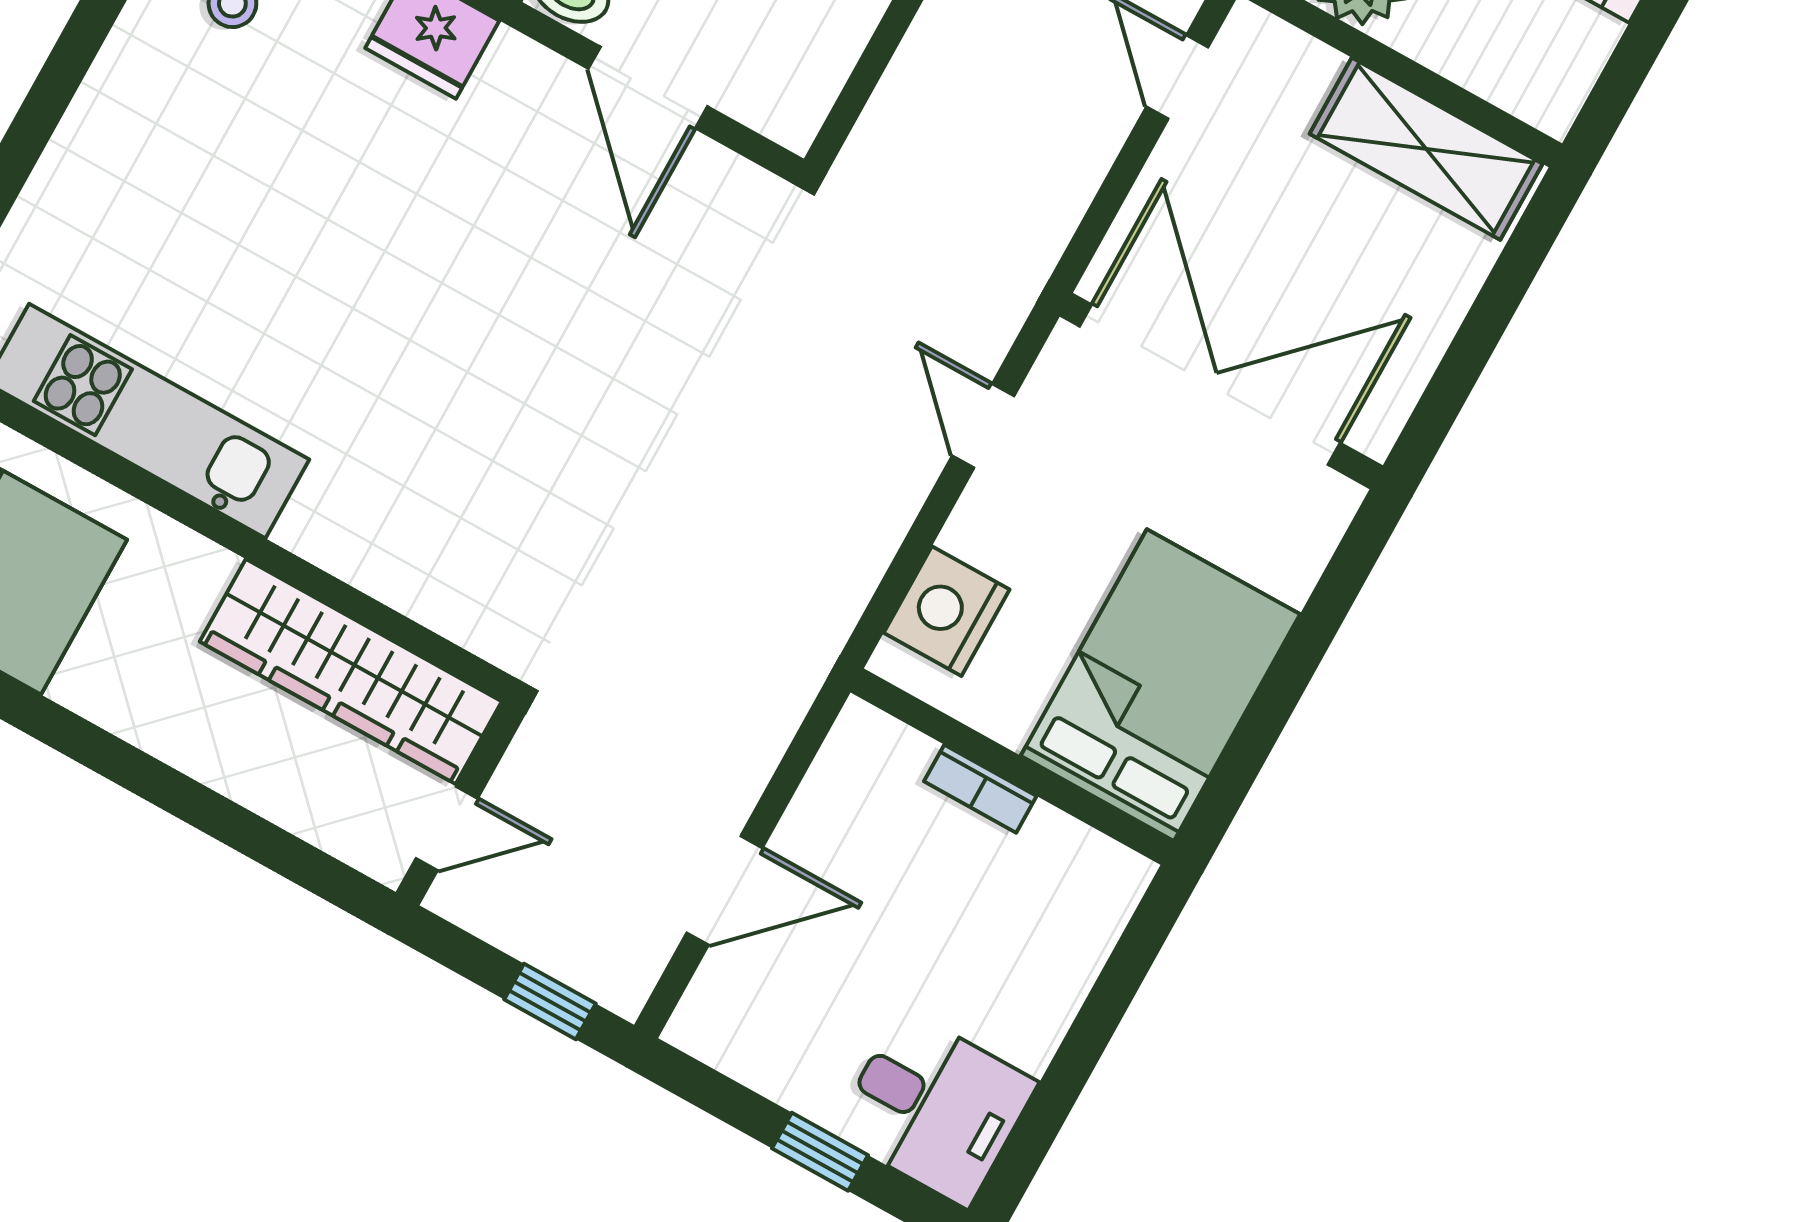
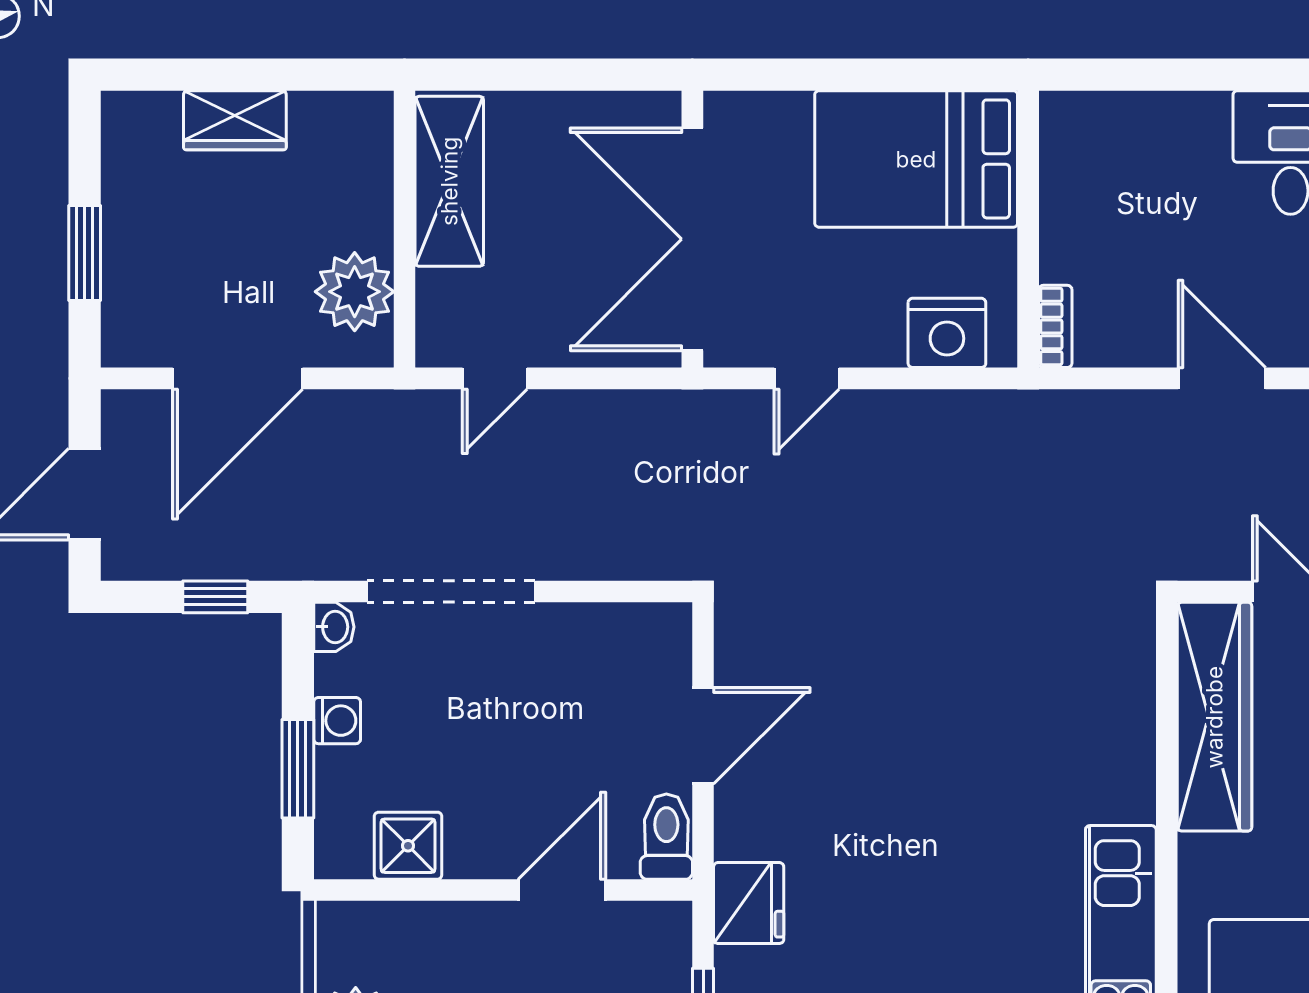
bookcase: (980, 789) -> (1055, 326), moved

